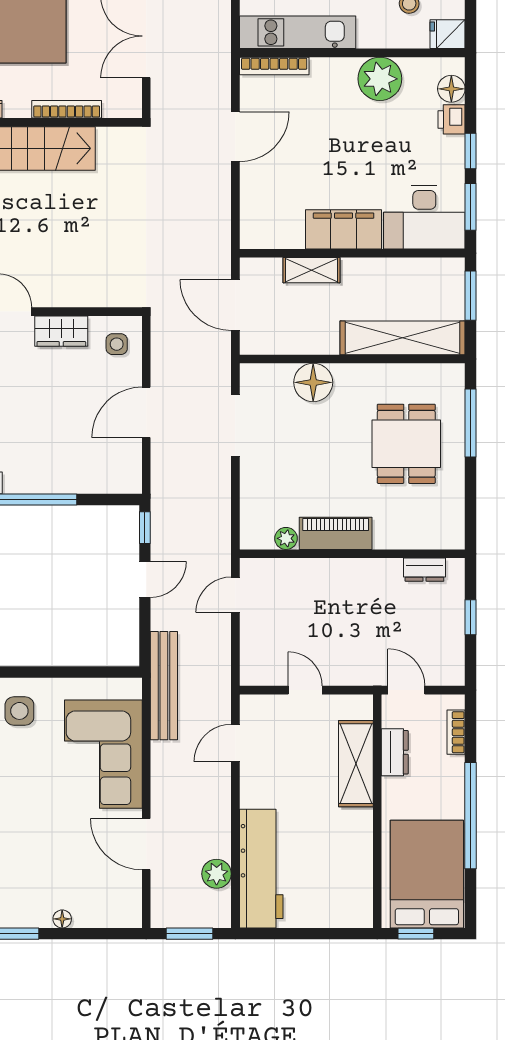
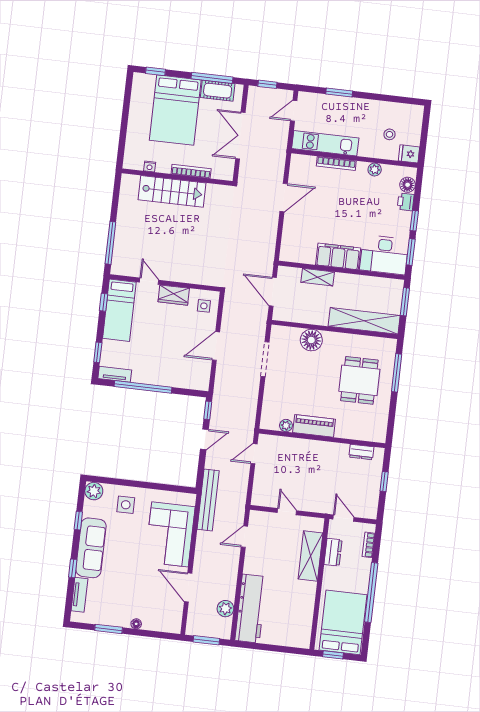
bookcase: (274, 66) -> (336, 164), moved
plant: (380, 79) -> (375, 170), width x0.53, depth x0.53

